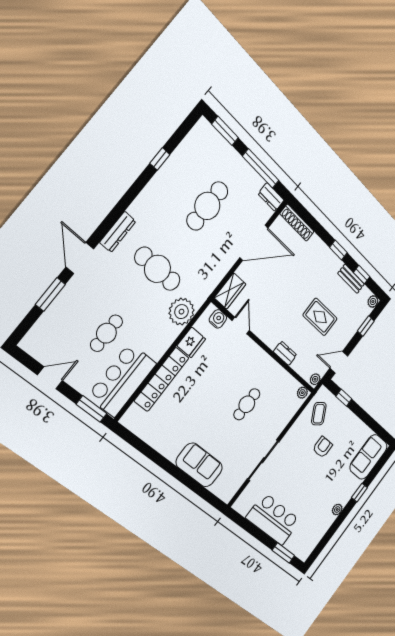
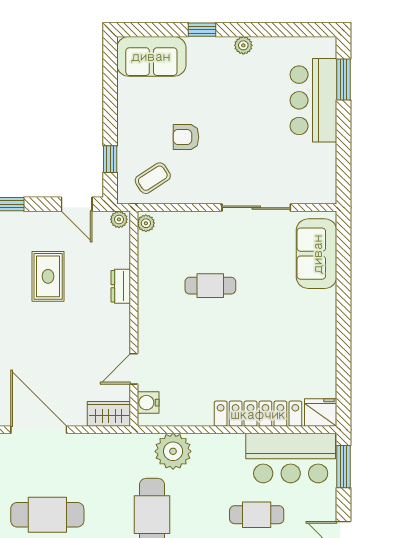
fridge: (191, 342) -> (321, 412), moved
sofa: (199, 465) -> (317, 254), moved
bar counter: (273, 519) -> (313, 100), moved

